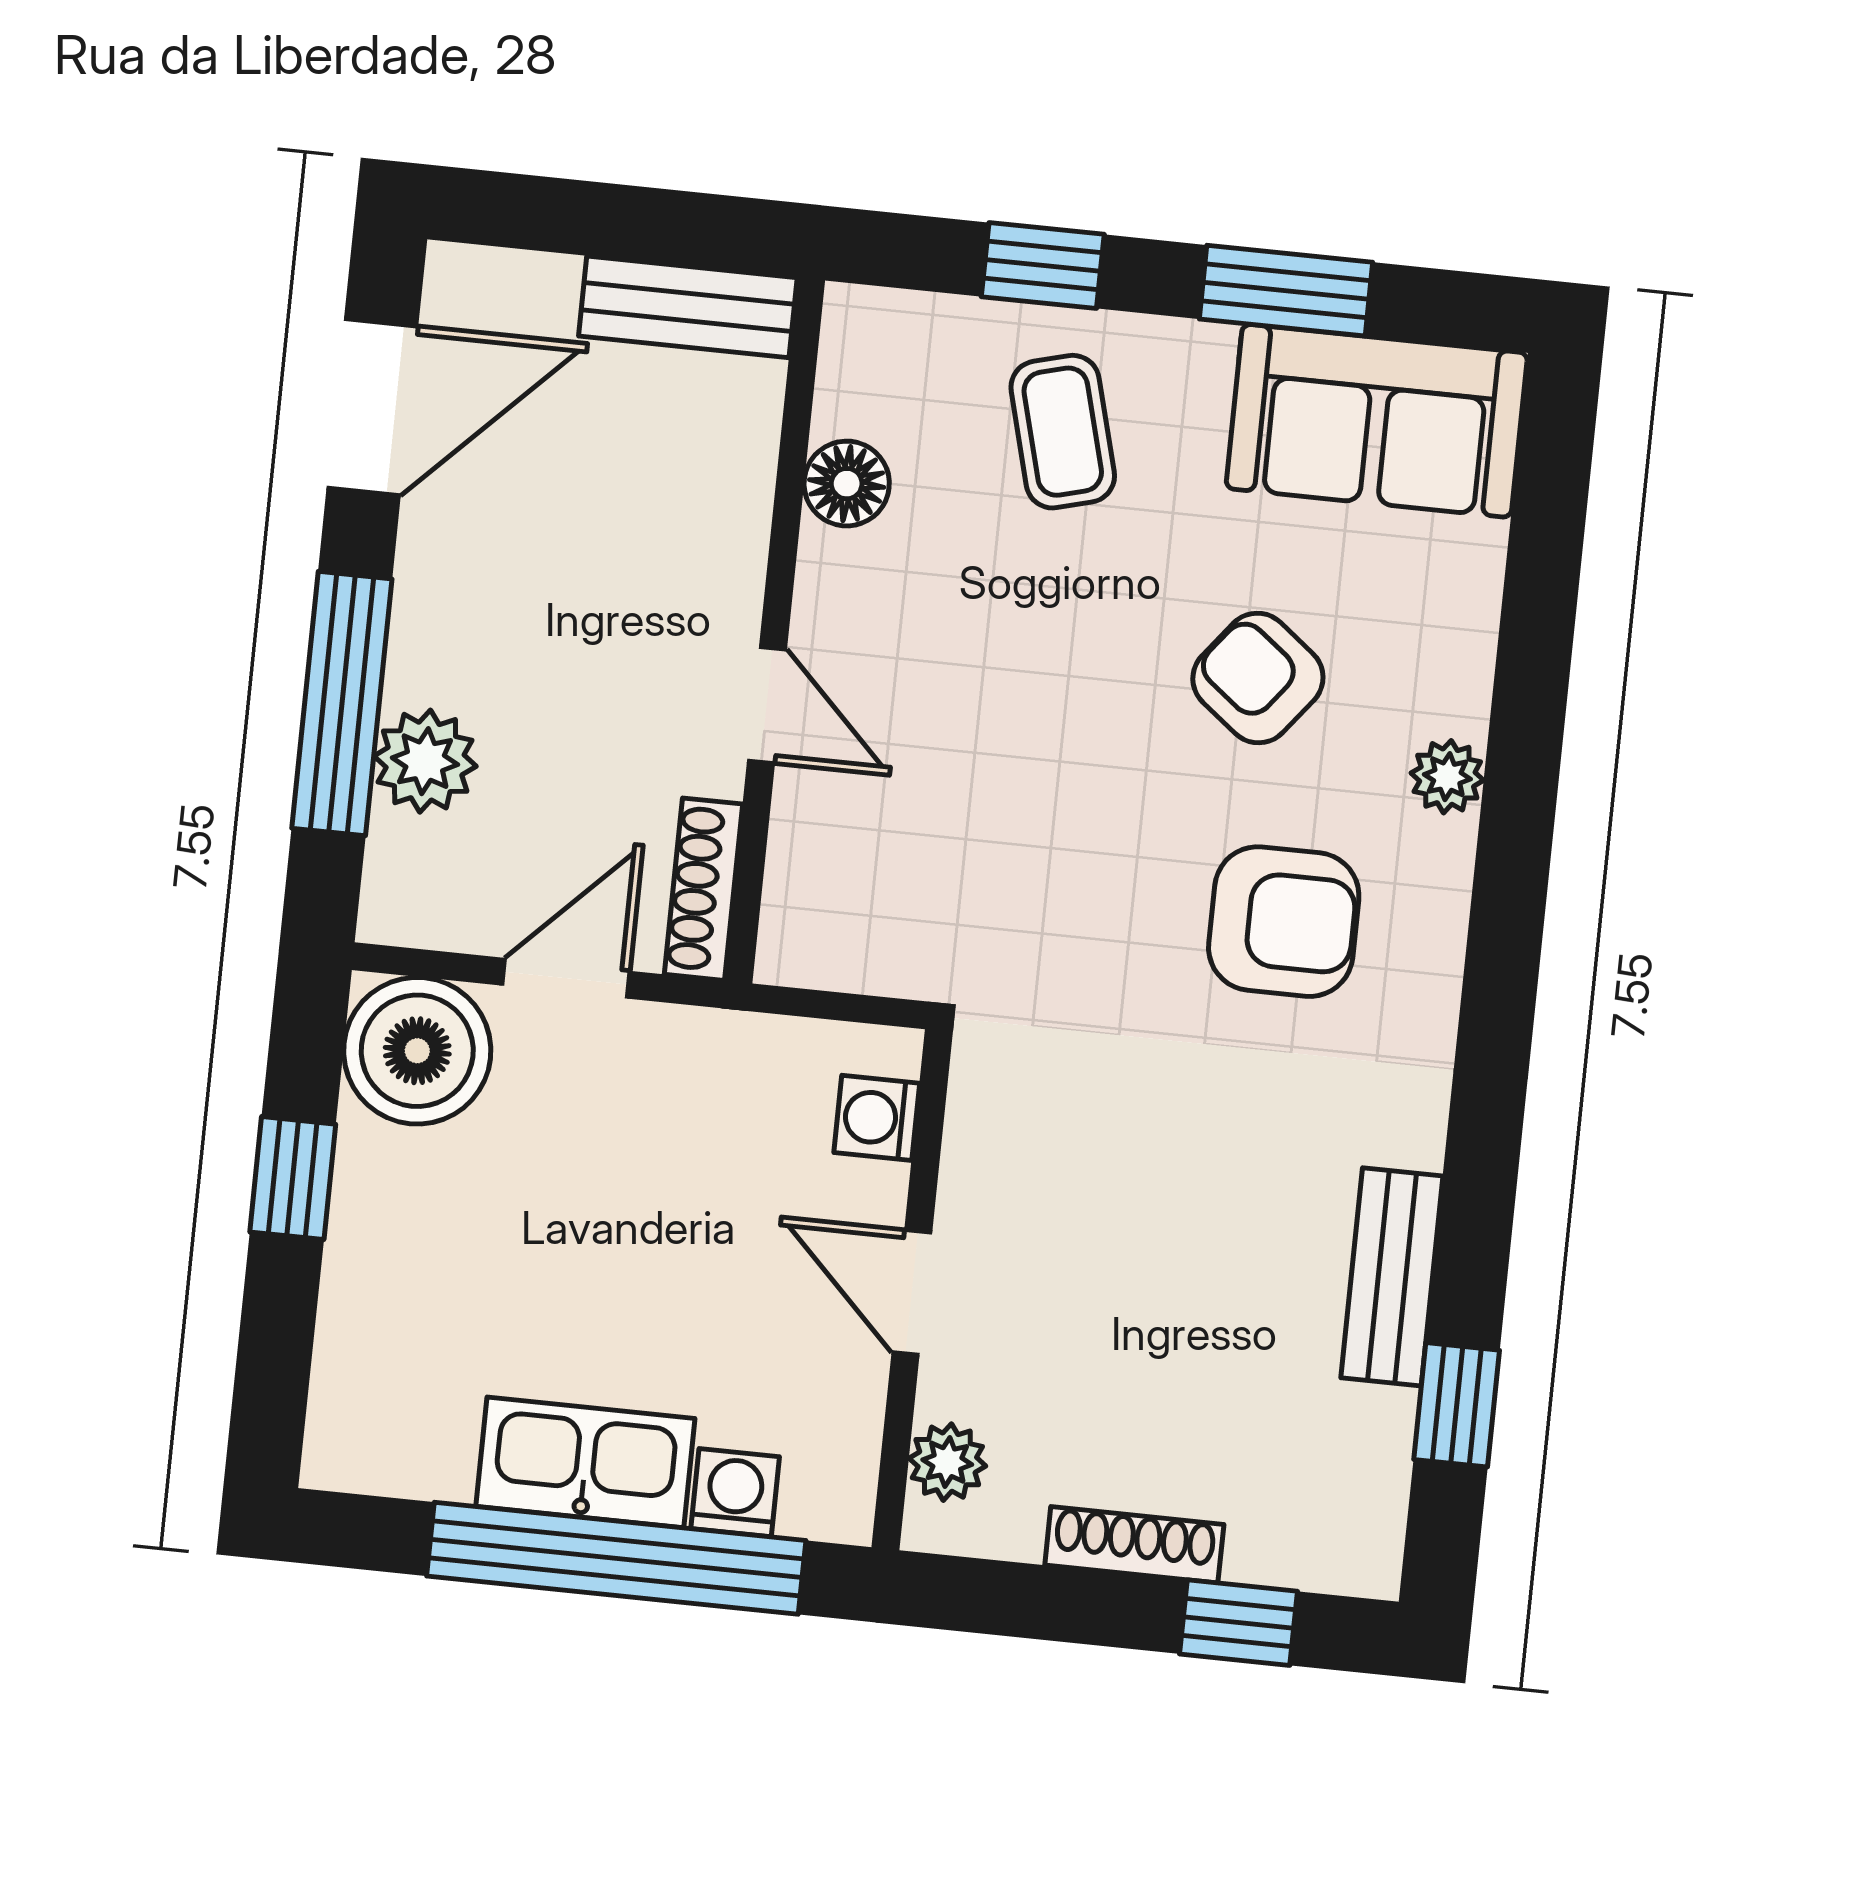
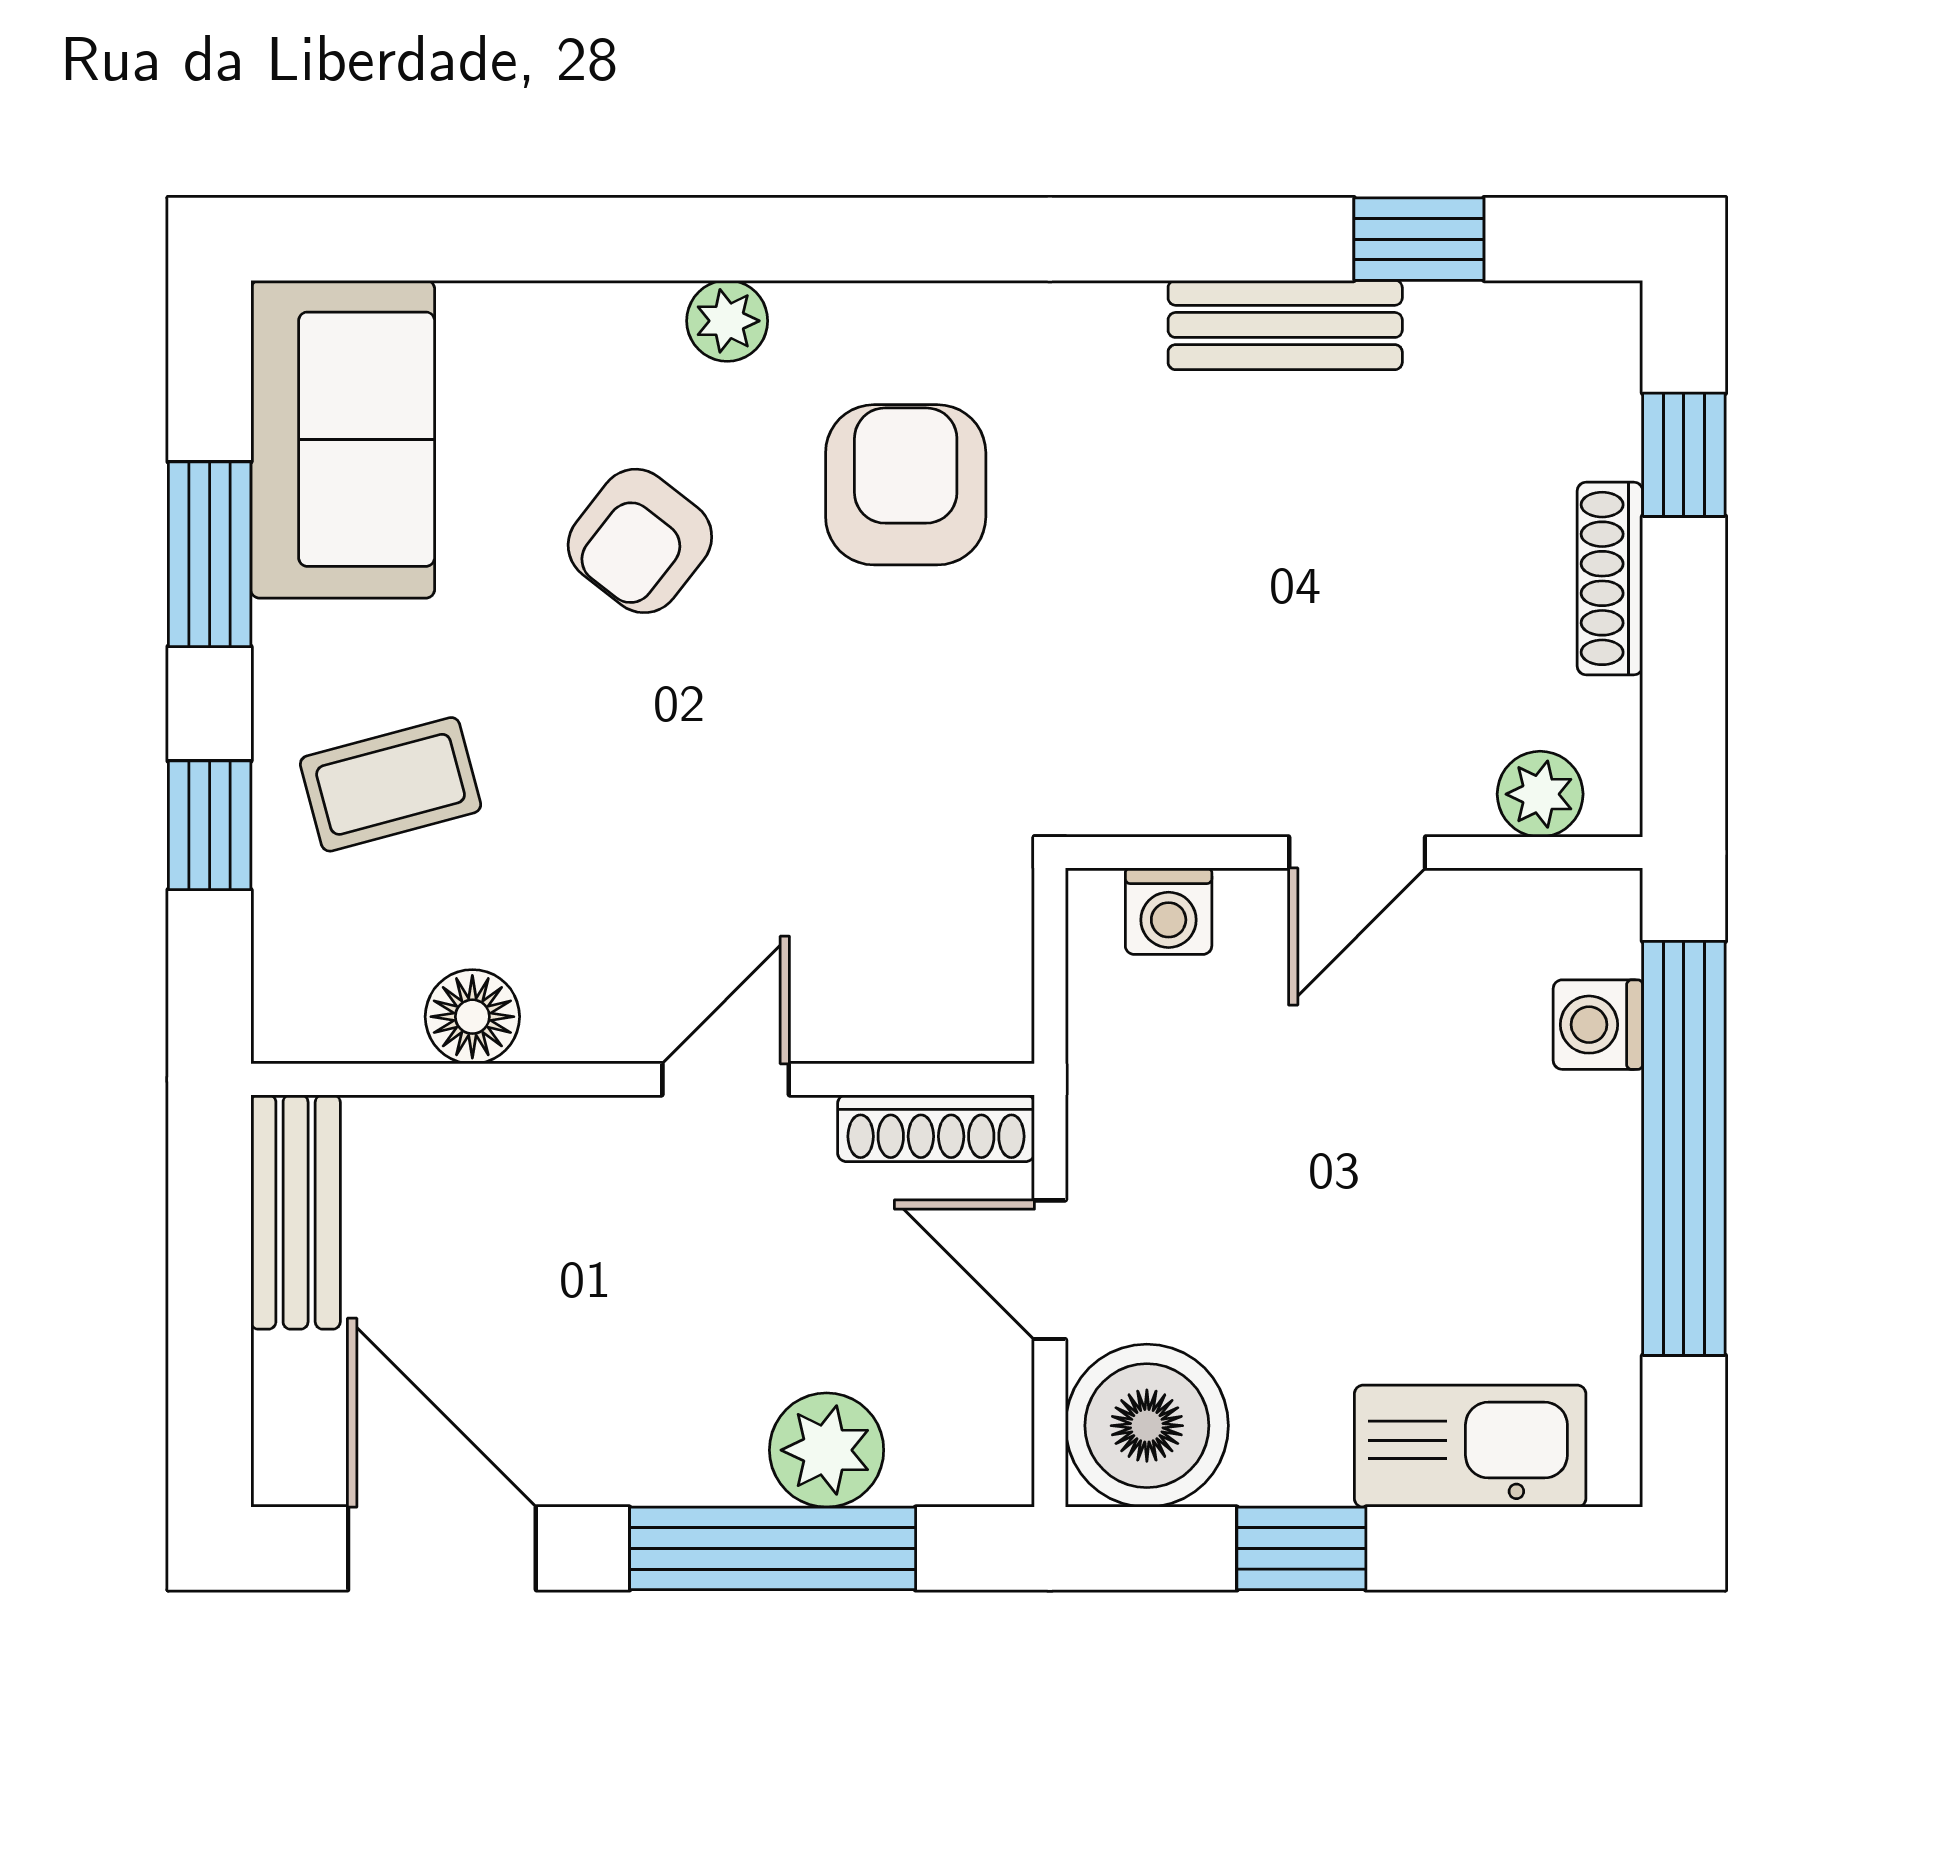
kitchen sink: (585, 1462) -> (1470, 1446), moved, turned 90

